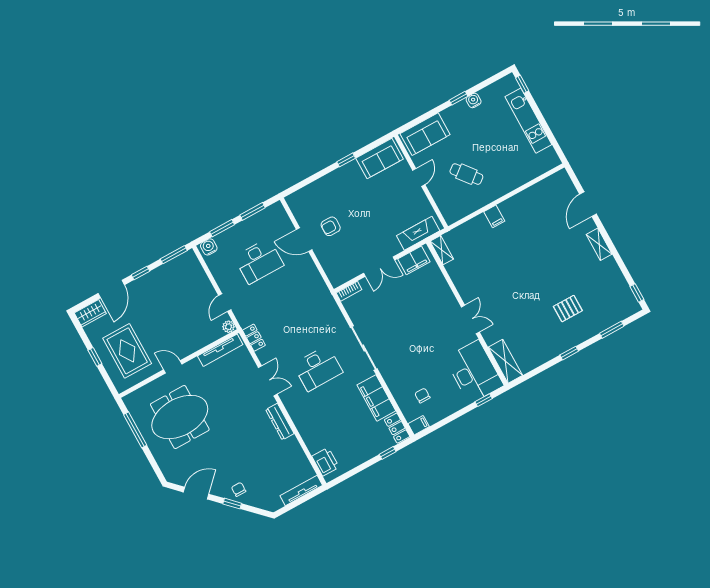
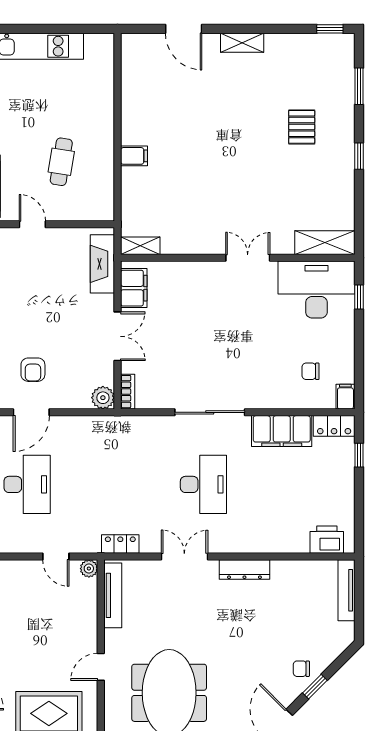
cafe table: (466, 174) -> (61, 162), turned -42
plant: (337, 278) -> (103, 398), added

